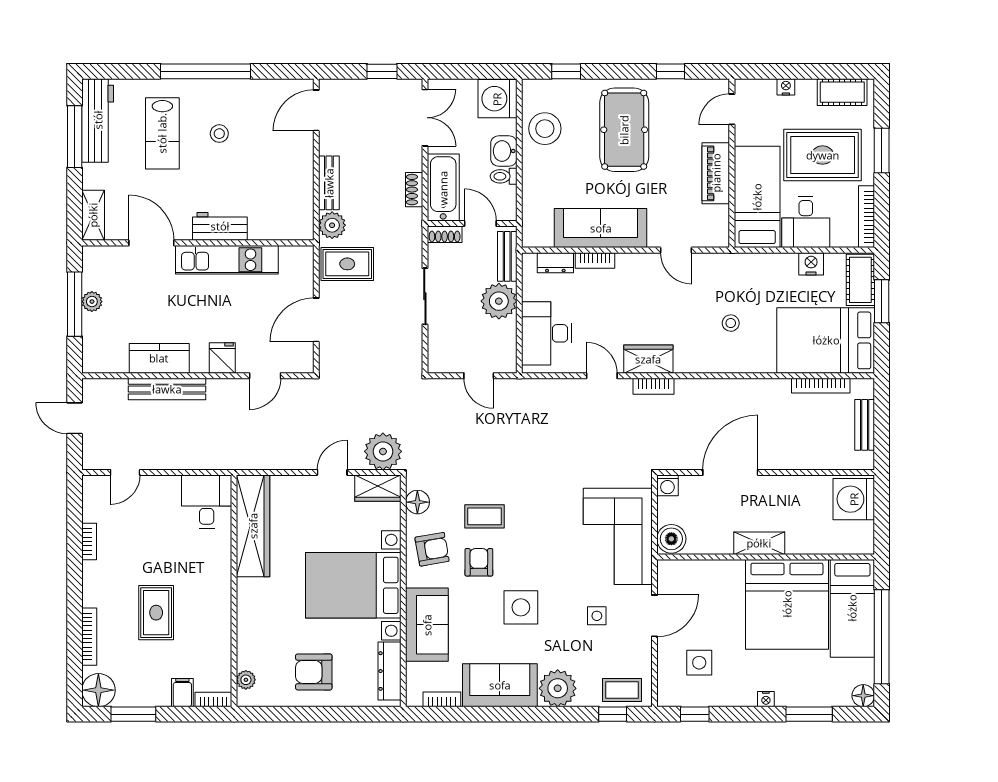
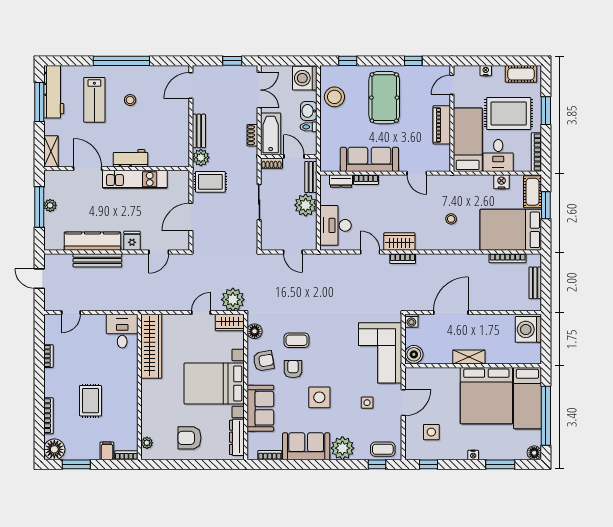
kitchen counter: (159, 358) -> (92, 241), width x1.50

